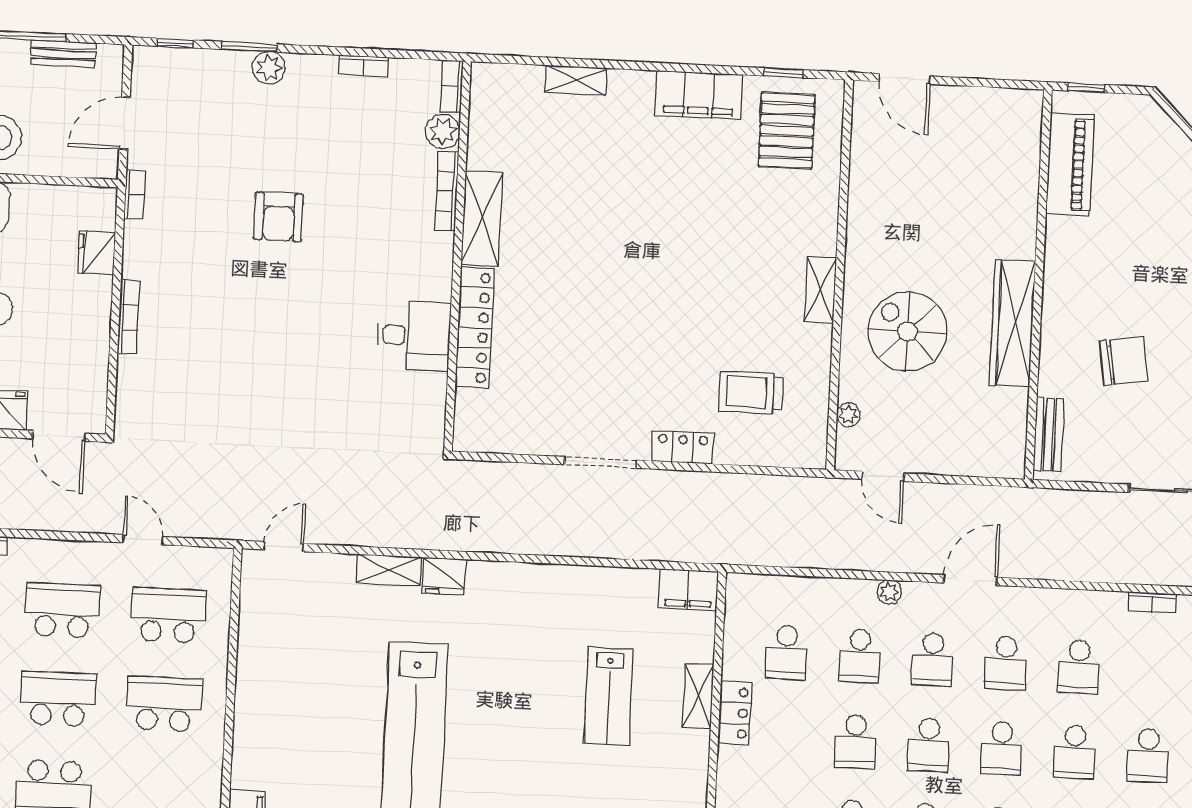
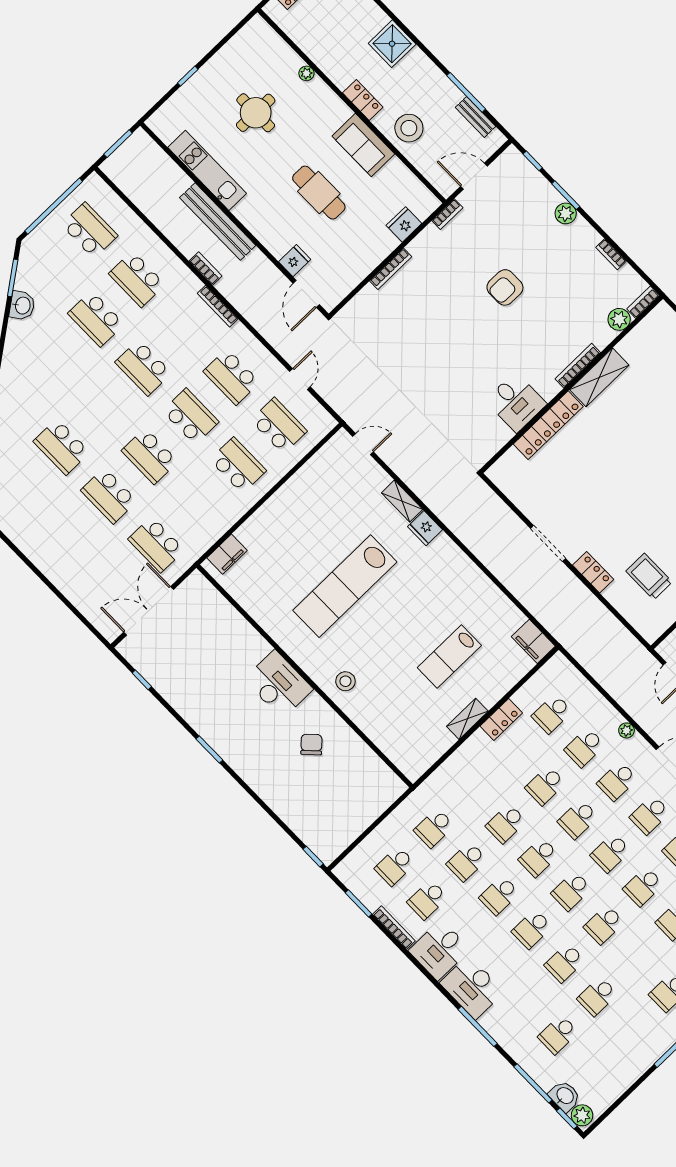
bookcase: (447, 191) -> (578, 366), moved
school desk: (62, 610) -> (232, 377), turned 180
shelving: (698, 696) -> (467, 719), moved

